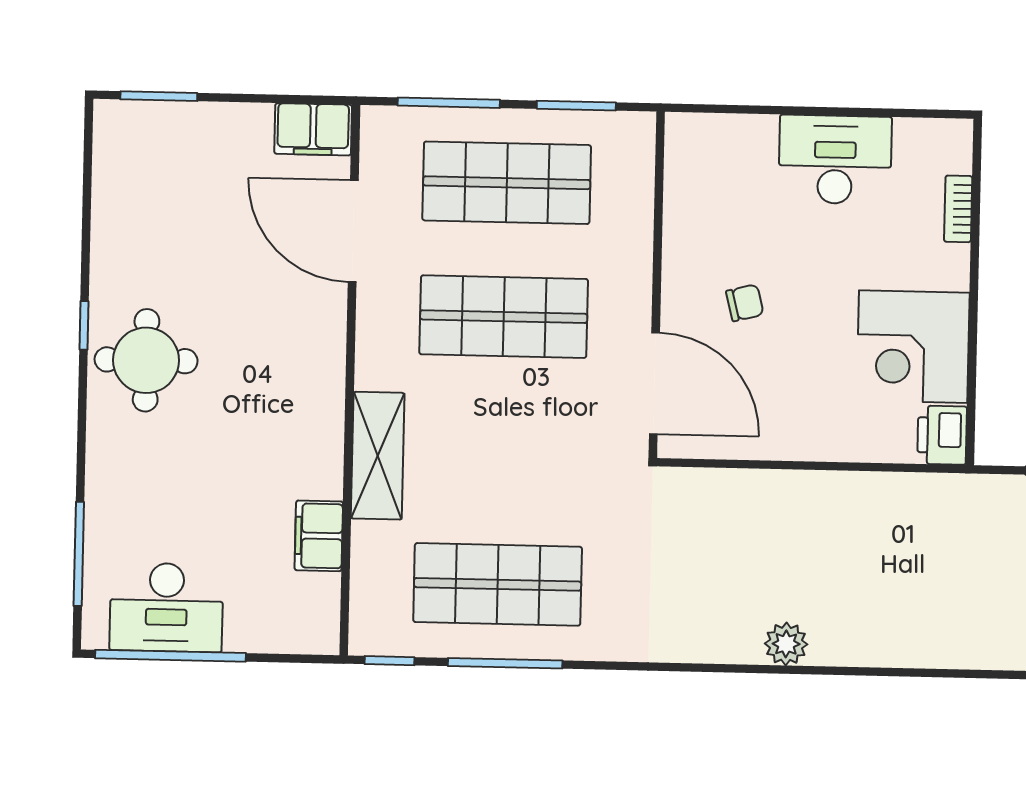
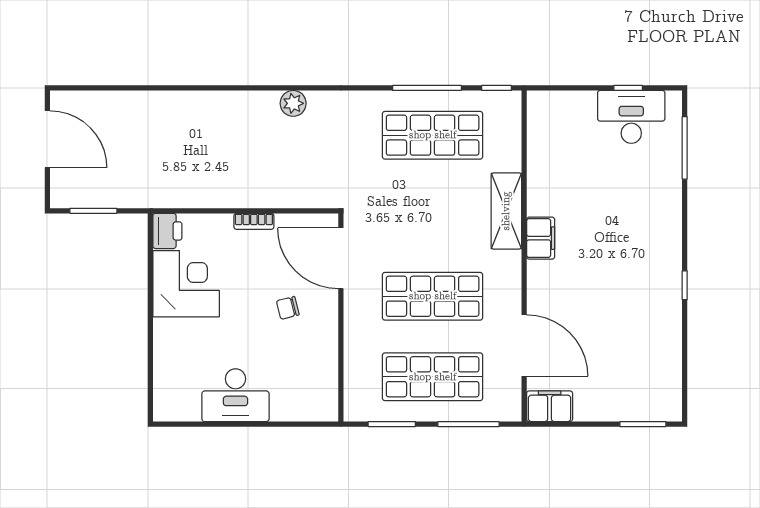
bookcase: (958, 209) -> (254, 221), moved, turned 90
round table: (146, 360) -> (647, 265), removed
filing cabinet: (319, 536) -> (541, 238), moved
plant: (786, 644) -> (293, 103), moved
window: (171, 656) -> (628, 88), width x0.32

